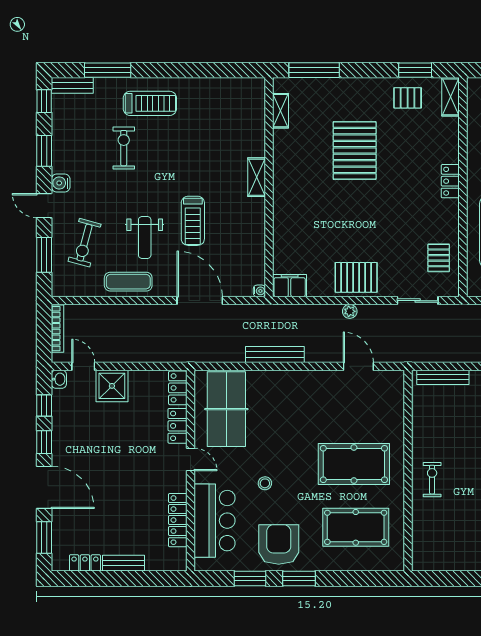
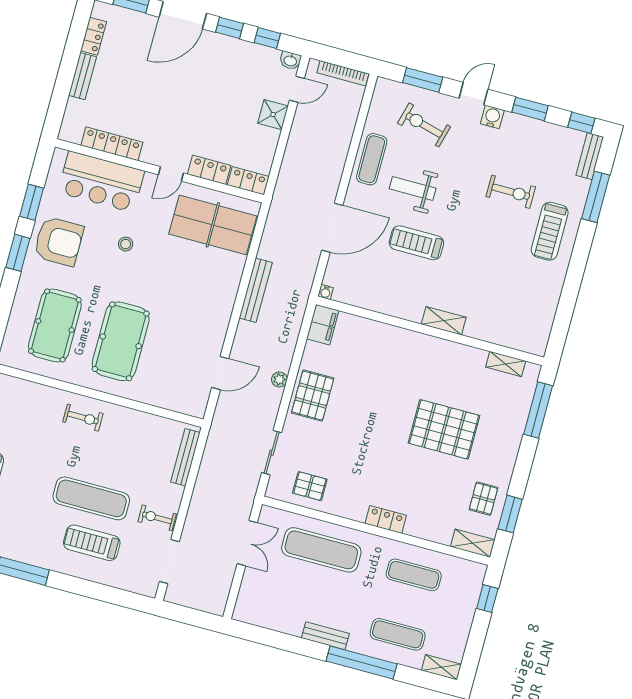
shower: (112, 386) -> (273, 115), width x0.73, depth x0.73

